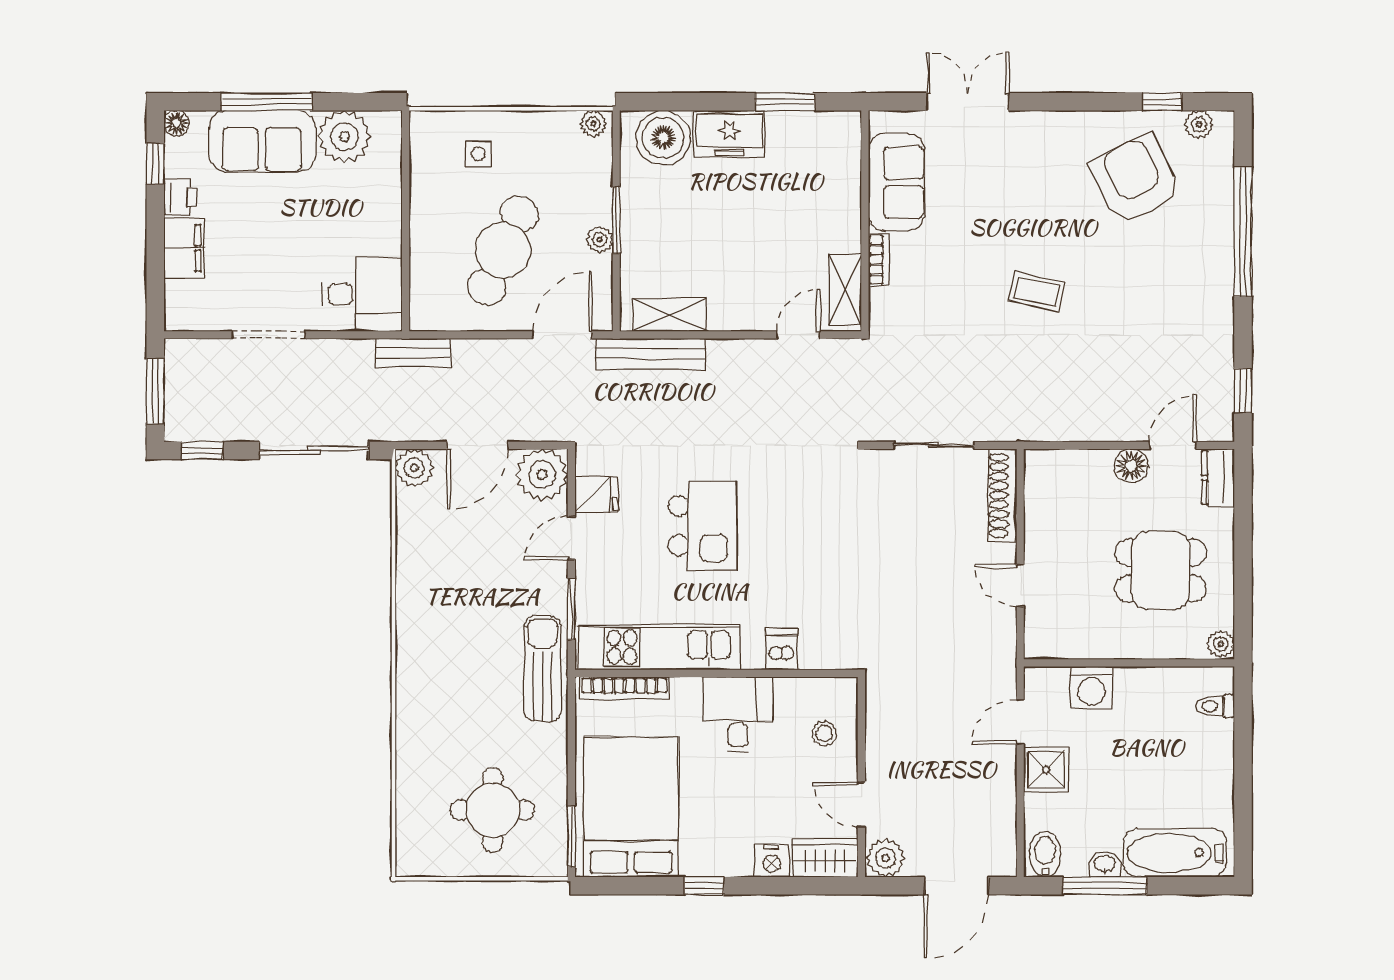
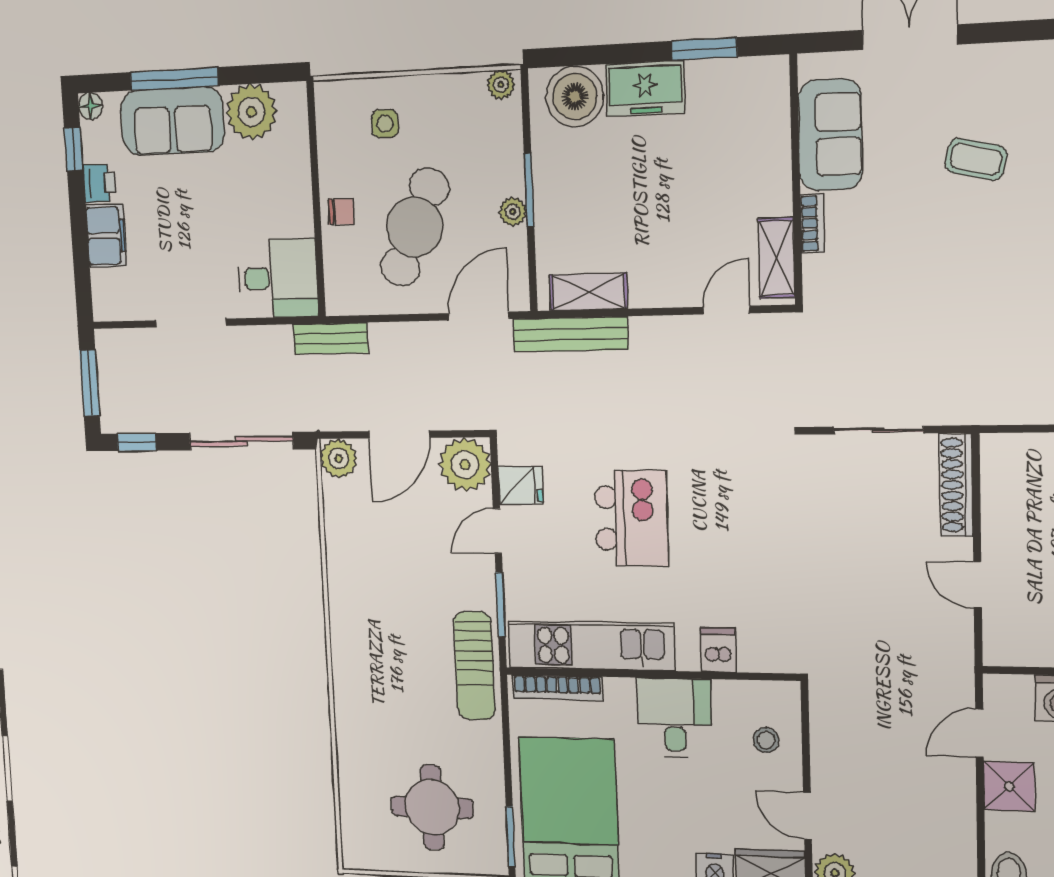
chair: (430, 233) -> (341, 211), added
coffee table: (1037, 292) -> (976, 159), moved
sun lounger: (543, 669) -> (474, 666), turned 180

